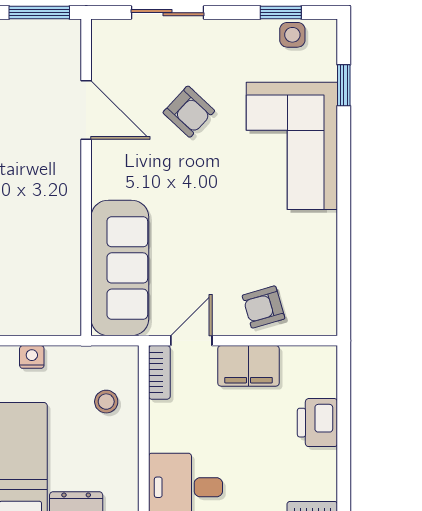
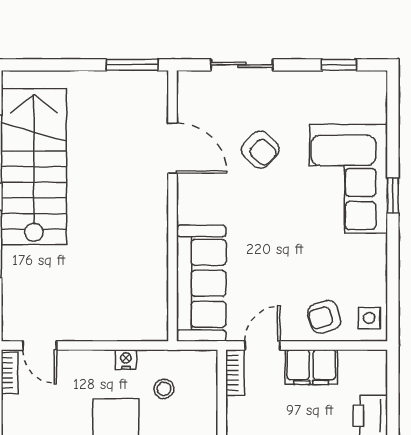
side table: (292, 35) -> (369, 318), moved
window: (344, 85) -> (393, 196), moved
stool: (106, 402) -> (164, 389), moved

